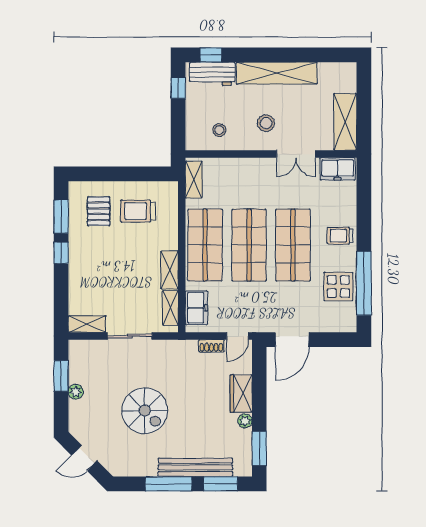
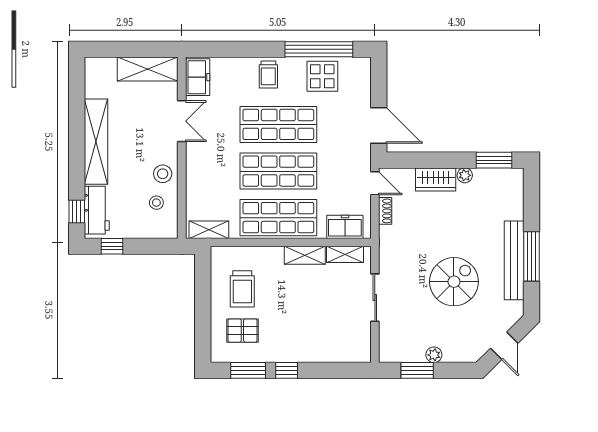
stool: (266, 123) -> (163, 174), moved
shelving: (87, 324) -> (362, 343), removed
bench: (195, 467) -> (514, 260), moved
window: (221, 484) -> (532, 201), removed

